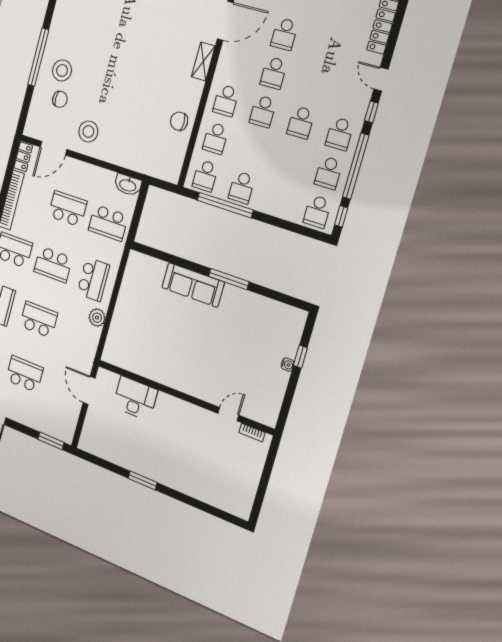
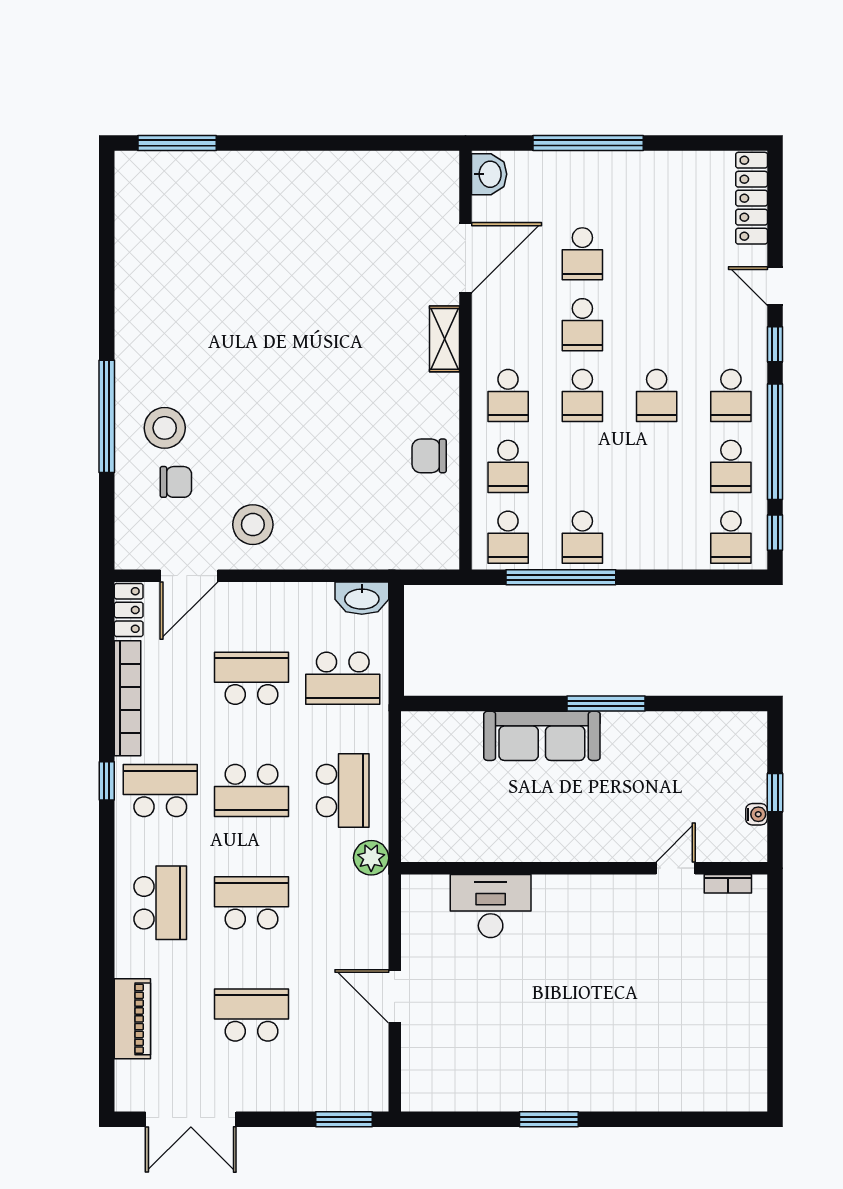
wall: (184, 397) -> (584, 868), moved
desk: (135, 398) -> (491, 906), moved
door: (228, 414) -> (676, 868), moved
bookcase: (252, 433) -> (728, 884), moved

